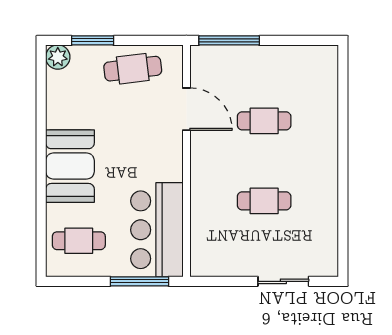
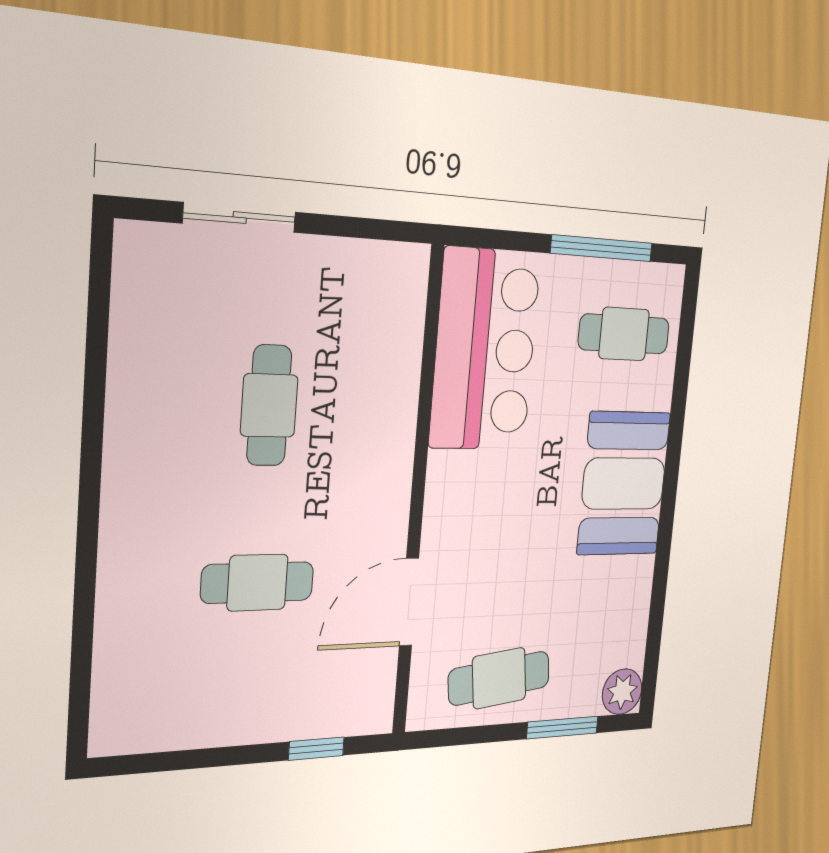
window: (229, 40) -> (316, 749), width x0.46
door: (186, 109) -> (409, 602), hinge flipped
cafe table: (264, 201) -> (269, 405), turned 90
window: (139, 281) -> (602, 248), moved

